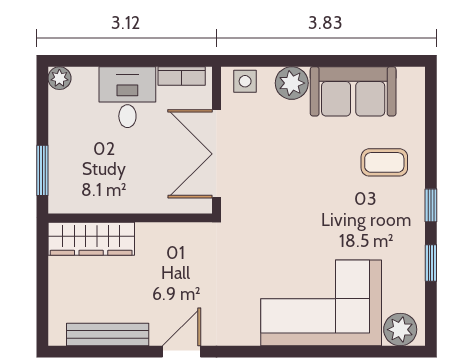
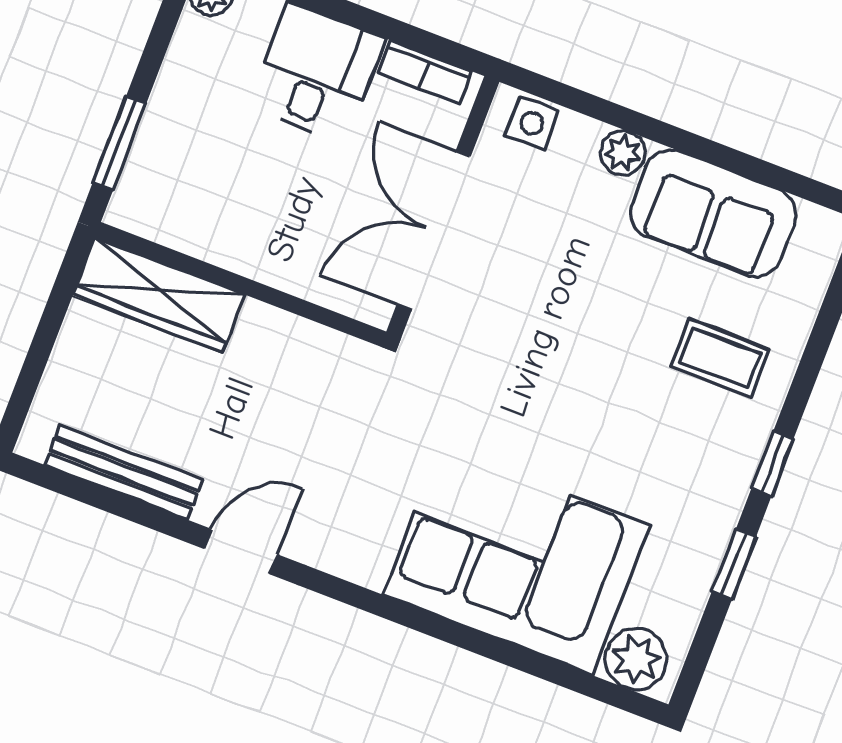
plant: (292, 83) -> (623, 153), width x0.73, depth x0.73

